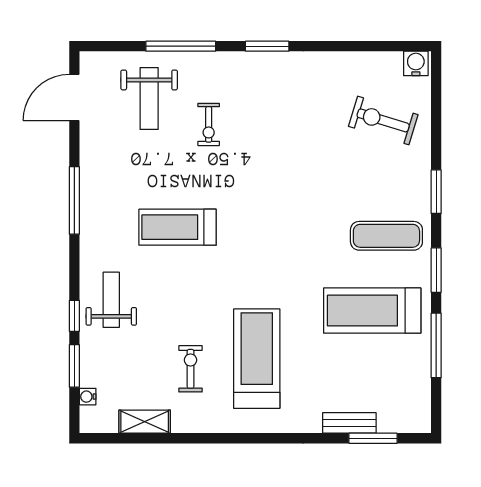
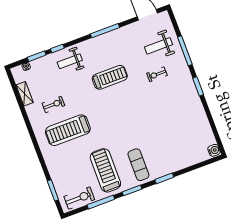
exercise bike: (383, 120) -> (79, 198), moved, turned 73
treadmill: (178, 227) -> (110, 77), turned 90
weight bench: (111, 300) -> (70, 61), turned 180
treadmill: (257, 359) -> (68, 130), turned 180
bench: (349, 423) -> (56, 178), removed

